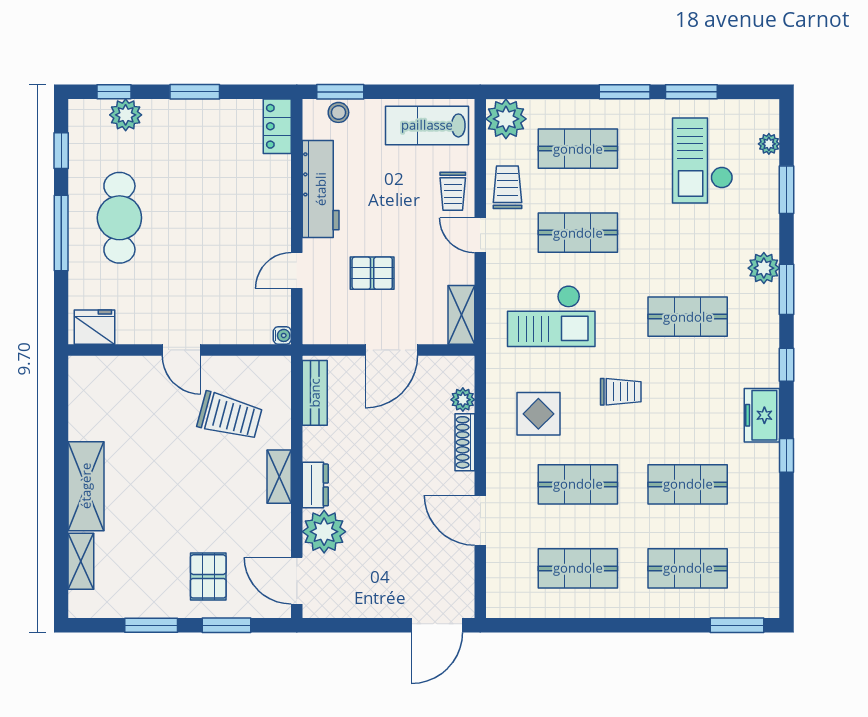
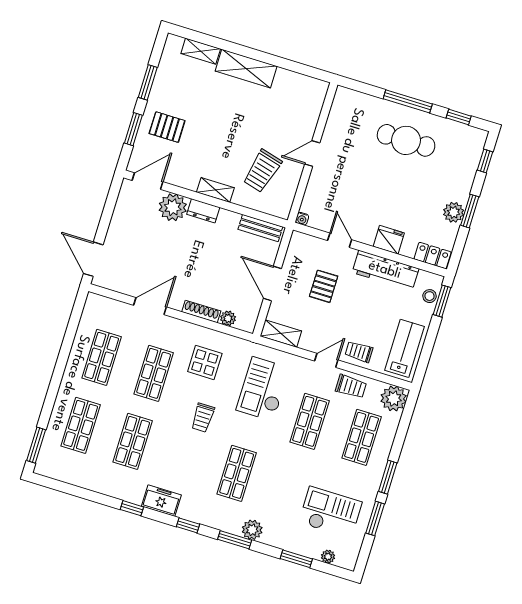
plant: (126, 115) -> (454, 212), moved
fridge: (94, 327) -> (389, 240), moved, turned -90

